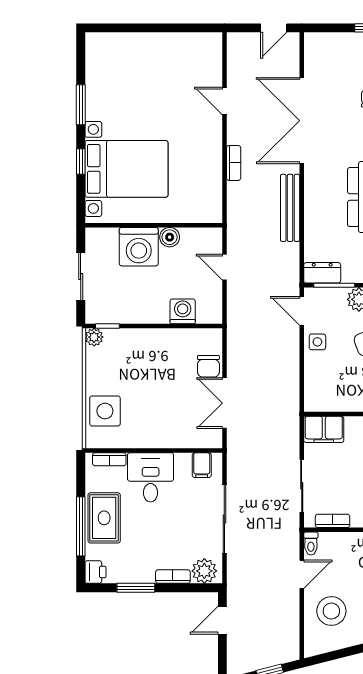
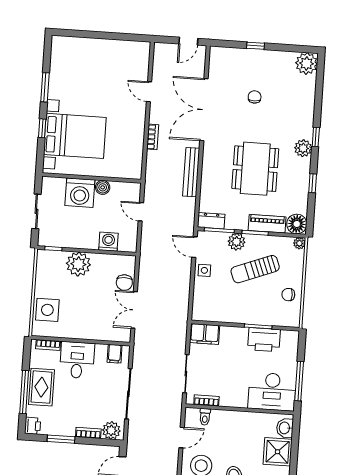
plant: (94, 337) -> (78, 264), moved, width x1.88, depth x1.88
toilet: (311, 544) -> (205, 417), moved

